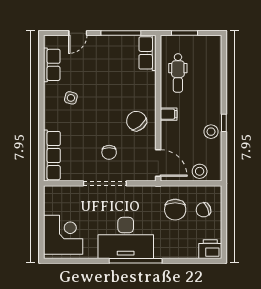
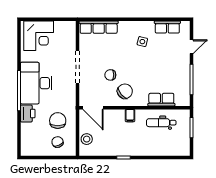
door: (78, 33) -> (191, 47), swing flipped
row of seats: (148, 53) -> (161, 100), moved
stool: (211, 132) -> (117, 148), removed
chair: (109, 152) -> (110, 75), moved
door: (158, 163) -> (93, 108), hinge flipped
chair: (175, 210) -> (58, 121), turned 90
printer: (210, 249) -> (28, 114), moved

